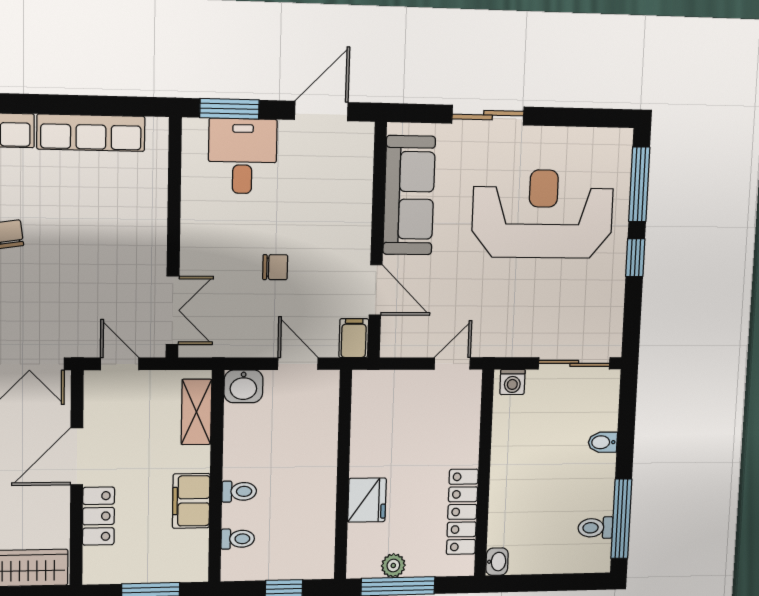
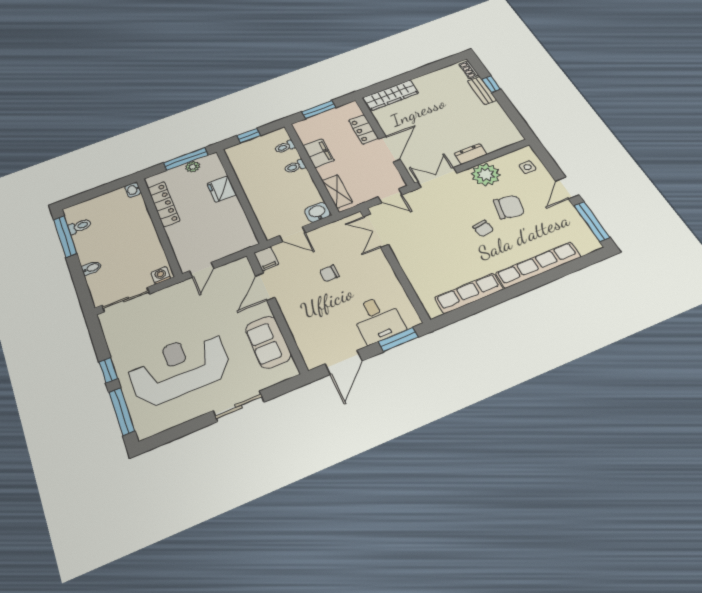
sofa: (409, 195) -> (268, 342), width x0.73
reception desk: (543, 214) -> (179, 368), turned 180
door: (376, 290) -> (265, 287), hinge flipped

